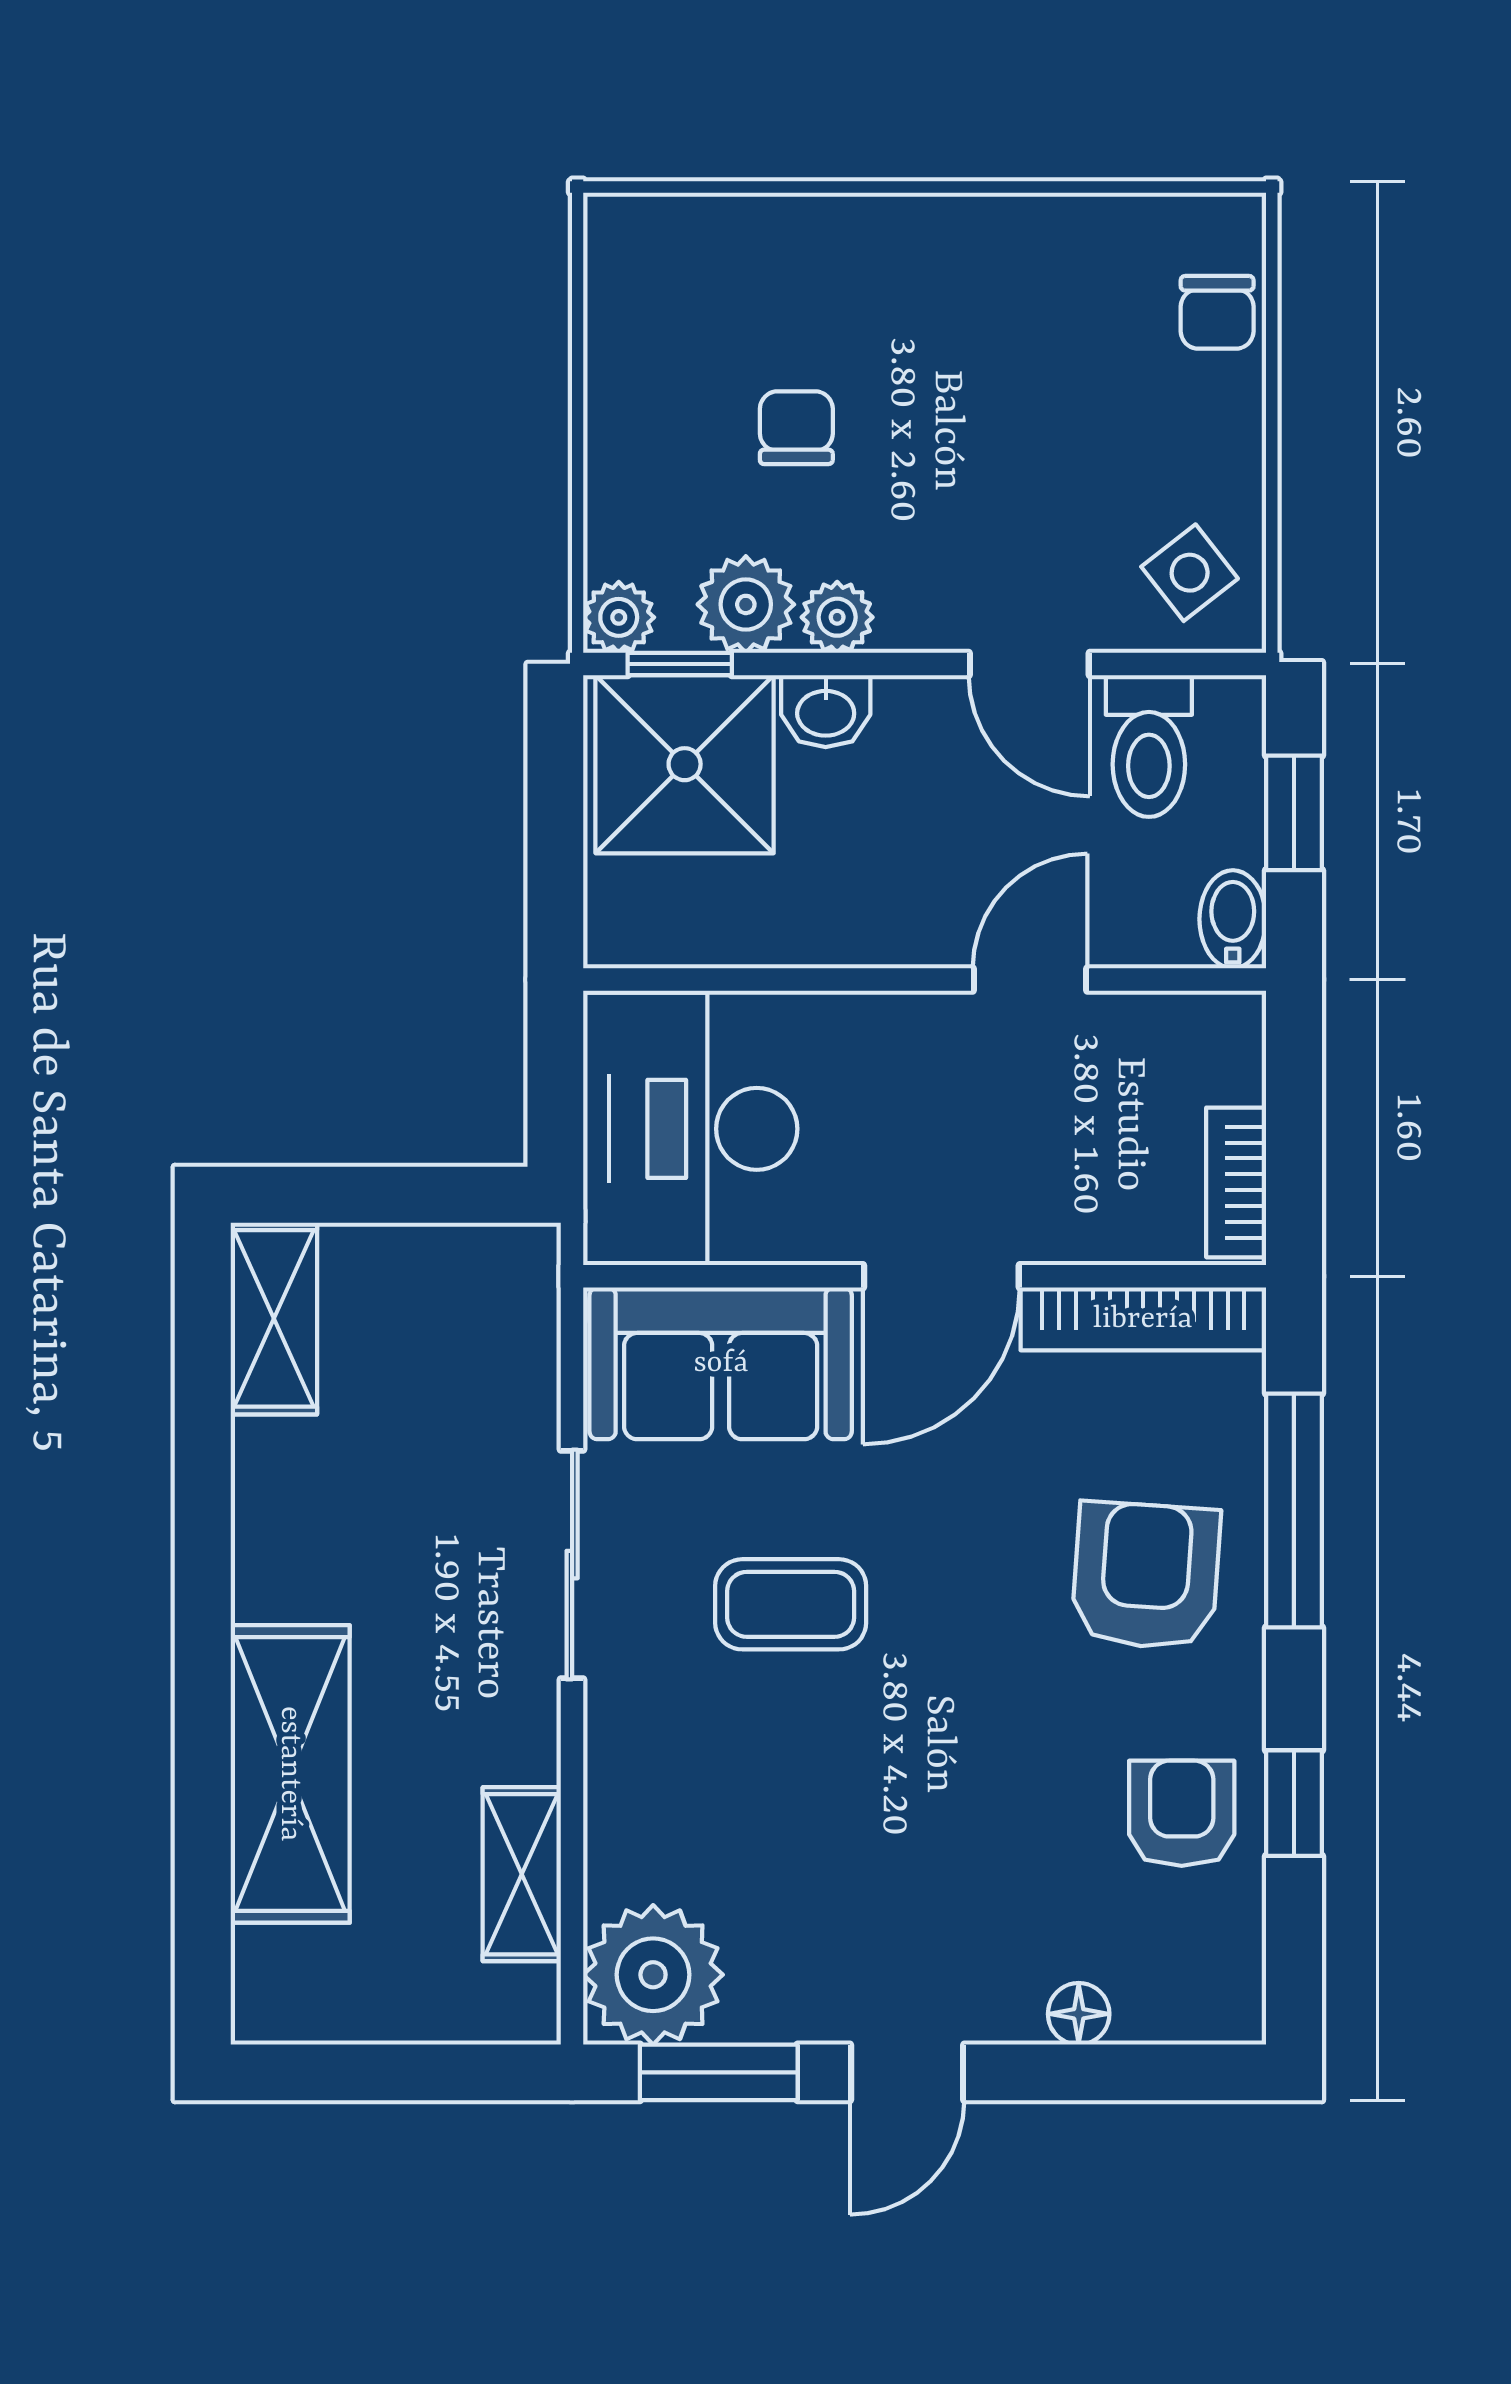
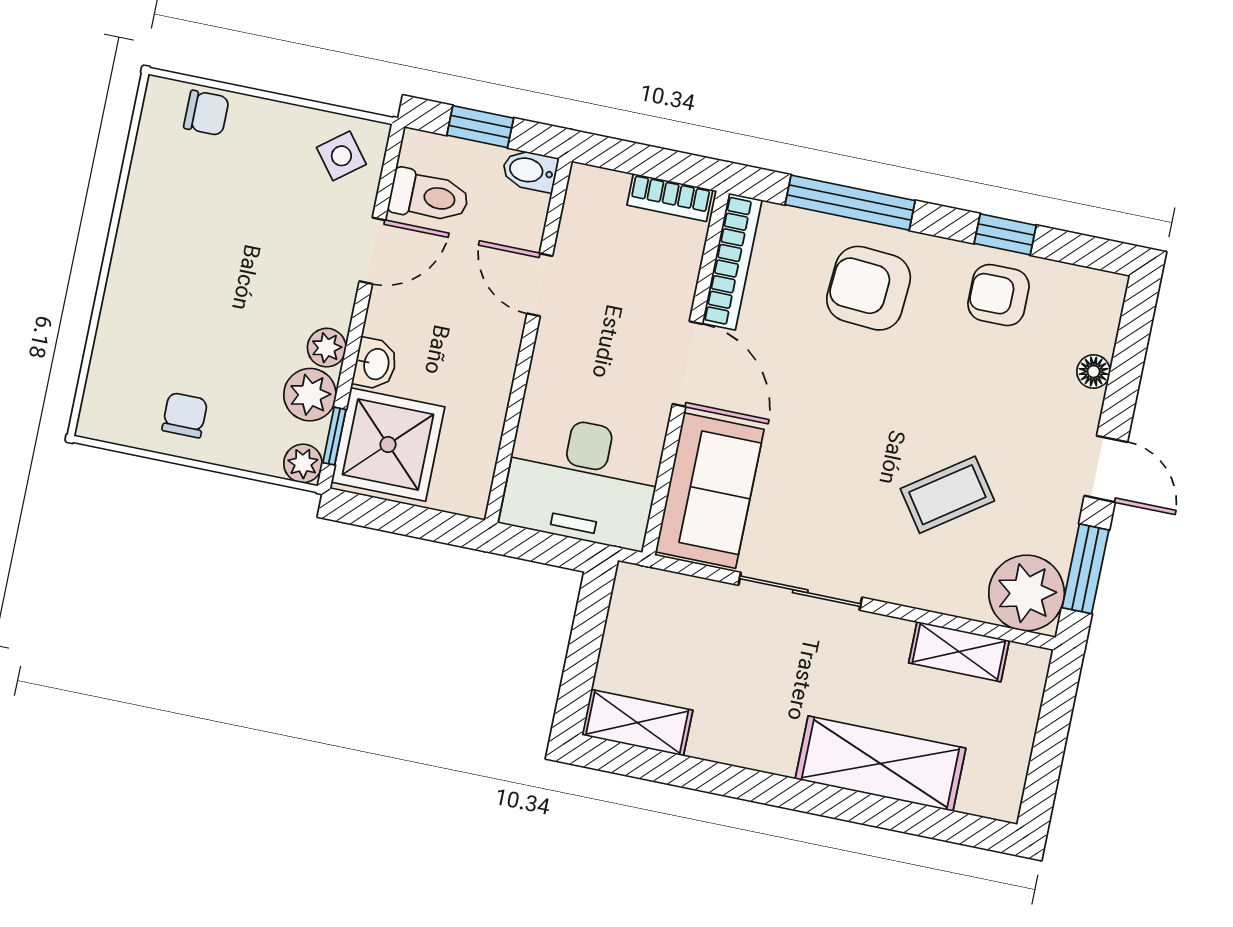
chair: (796, 428) -> (185, 415), moved, turned 90
coffee table: (791, 1604) -> (947, 495), moved, turned 55

